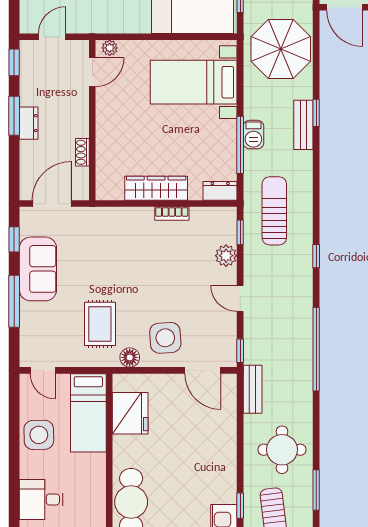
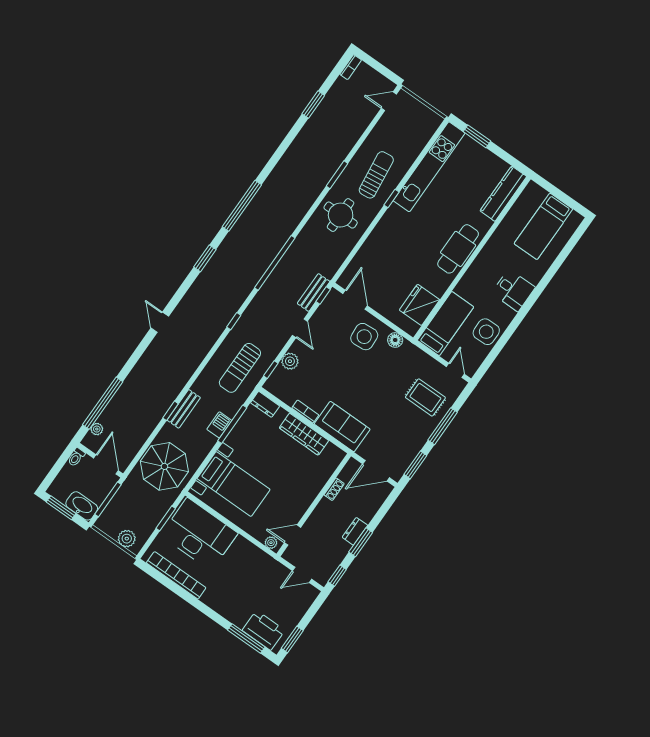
window: (14, 239) -> (415, 465), width x1.50
sofa: (38, 269) -> (342, 427), moved, turned 90
rug: (100, 324) -> (425, 397), moved, turned 90
bench: (253, 389) -> (314, 292), moved

